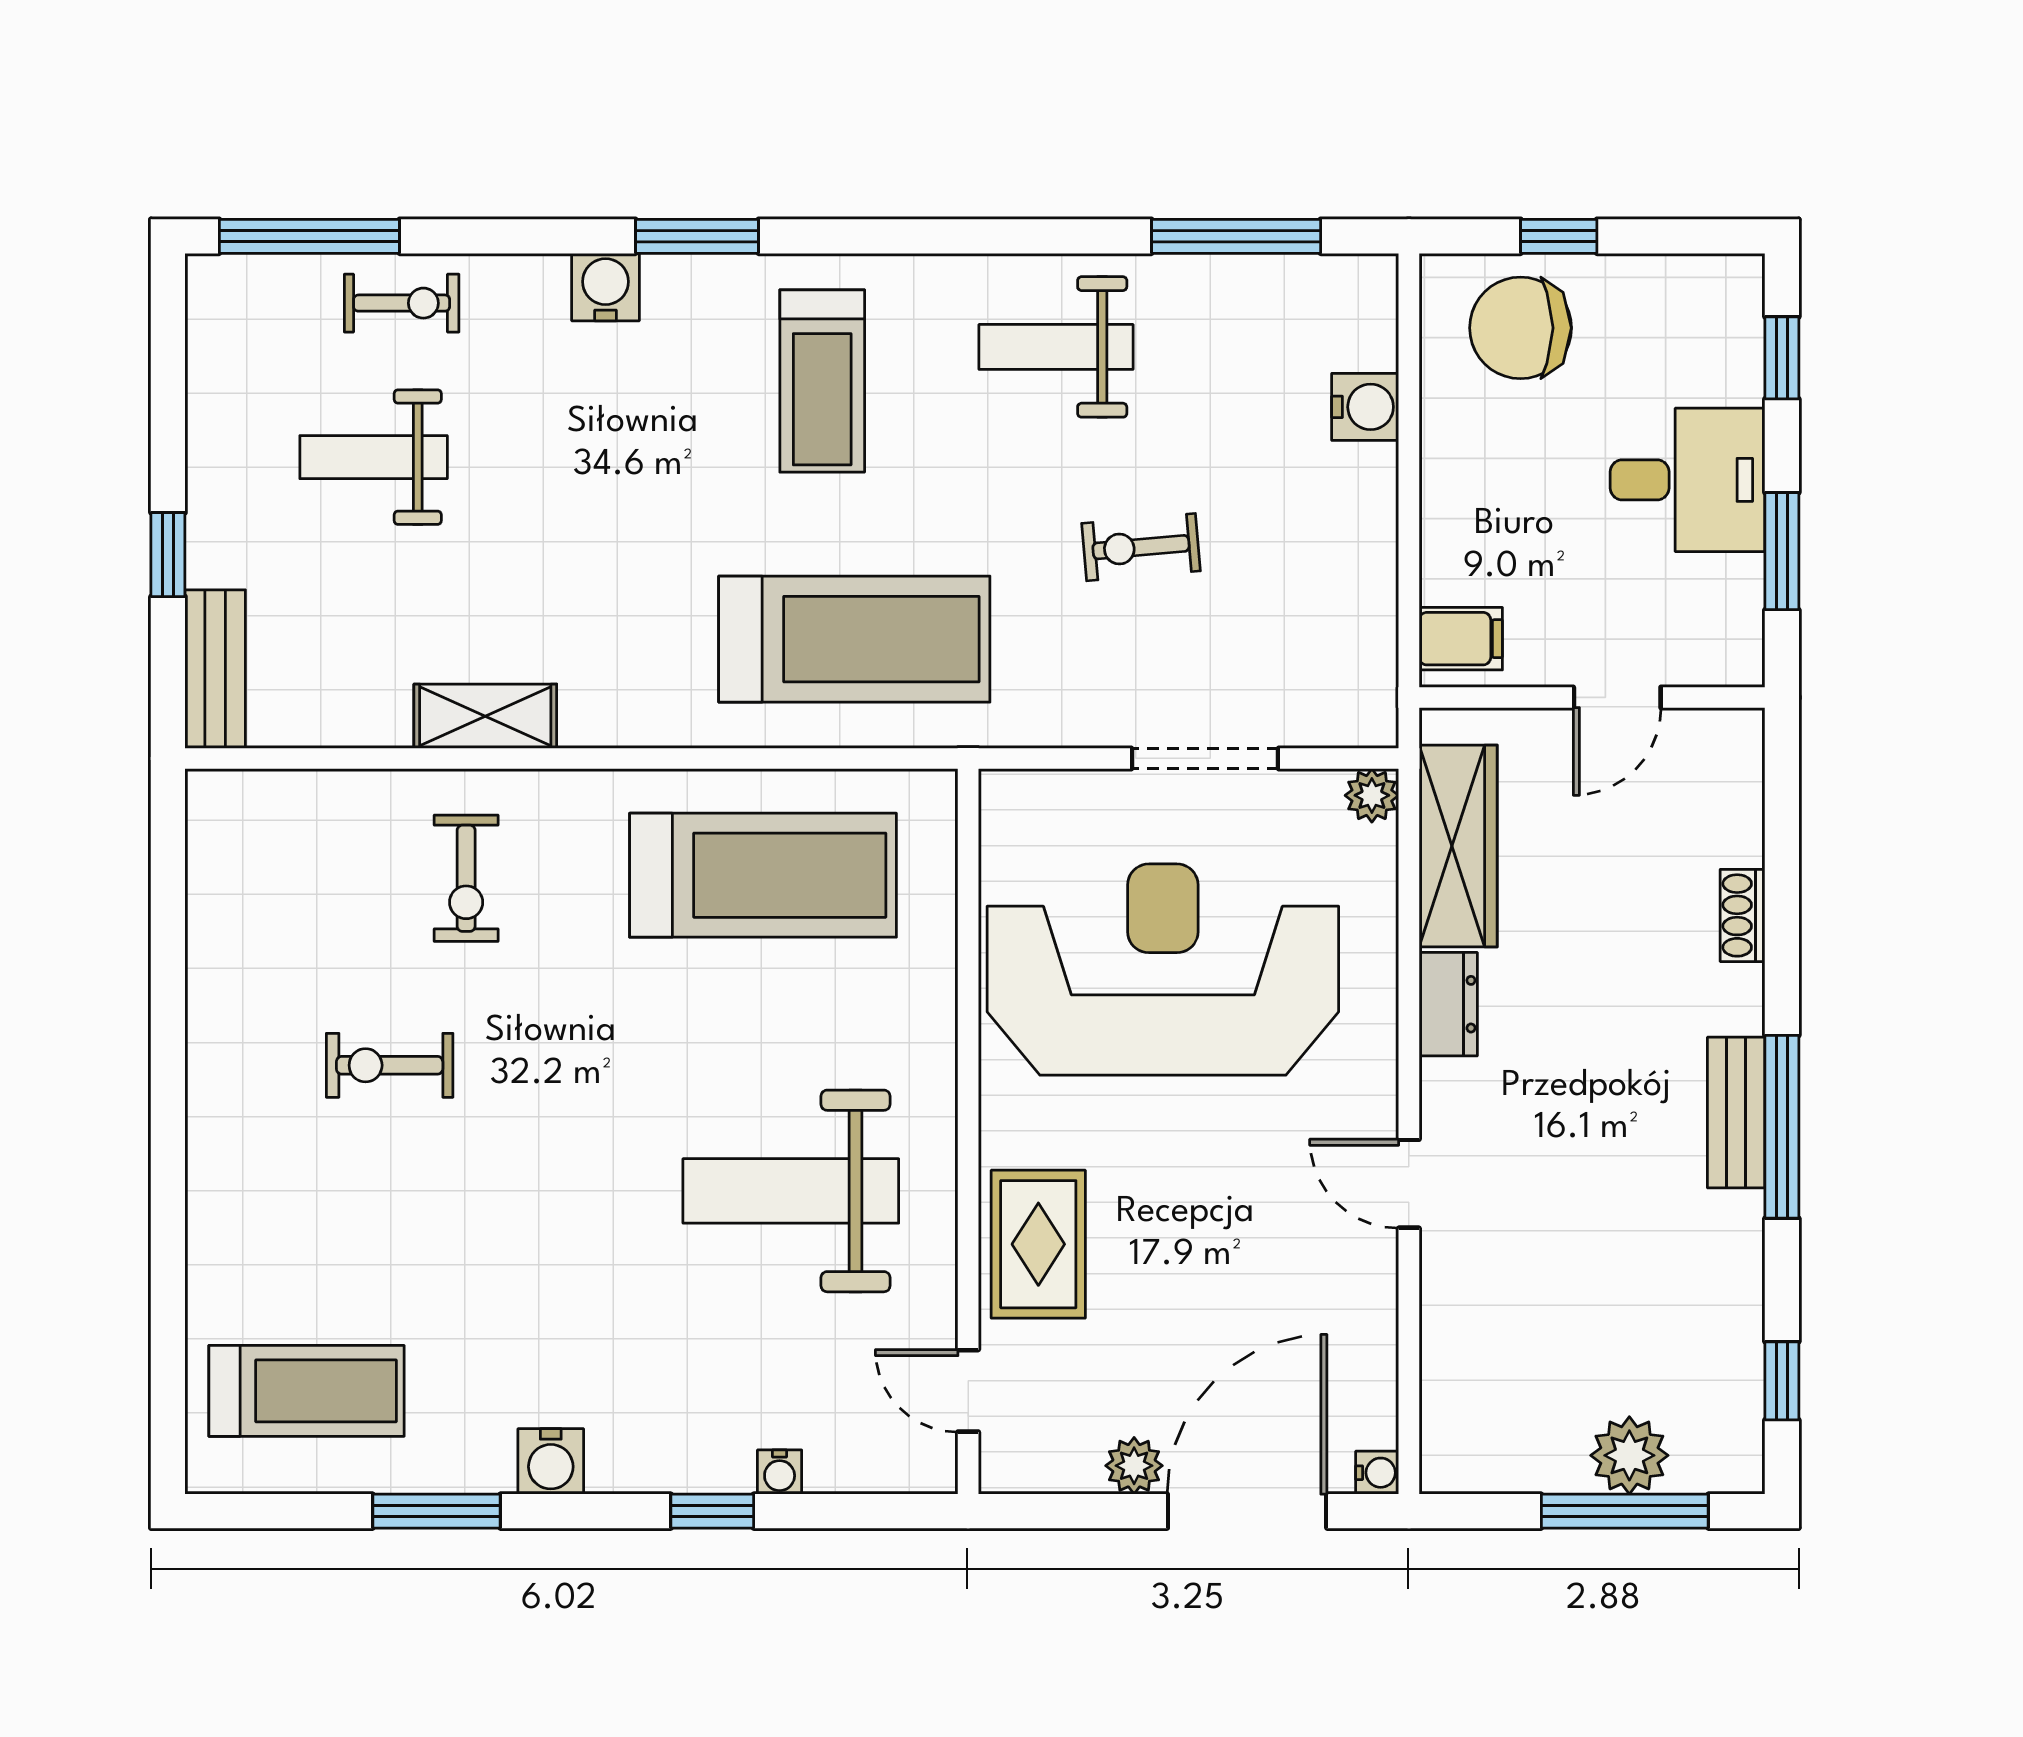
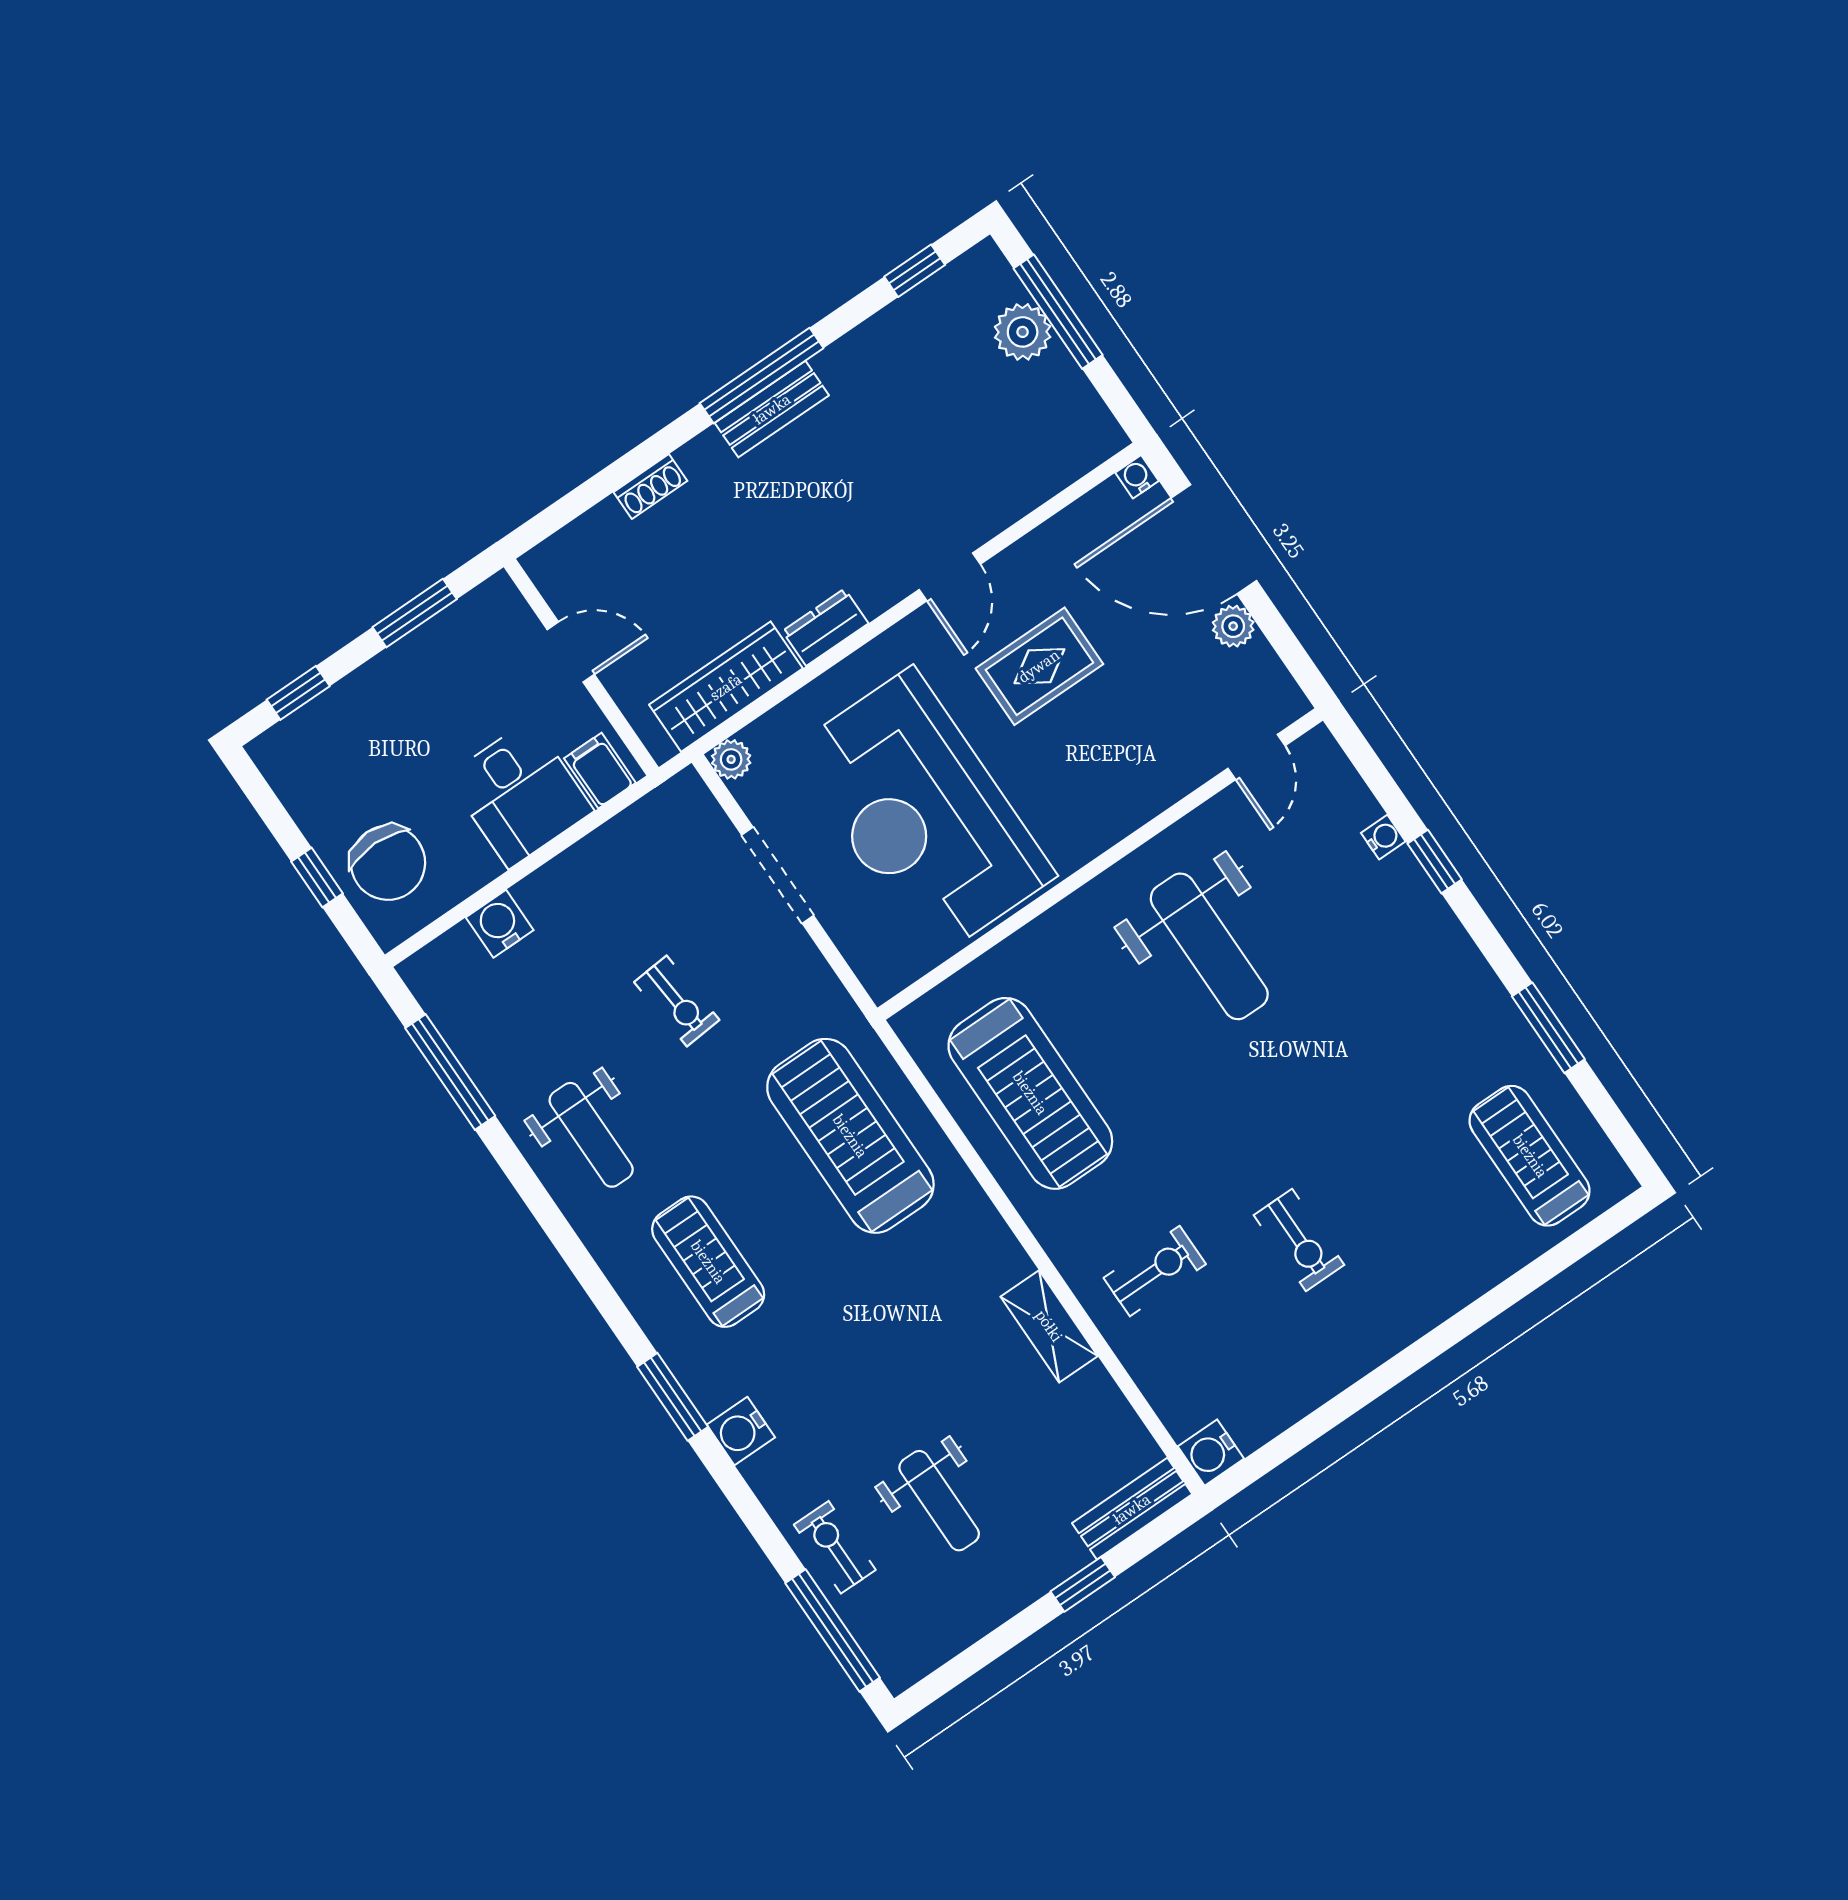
treadmill: (822, 381) -> (708, 1262), turned -90
desk: (1688, 480) -> (520, 794), moved, turned 180
treadmill: (763, 875) -> (1030, 1093), turned 180
rug: (1038, 1244) -> (1039, 666), moved
water cooler: (551, 1461) -> (1211, 1453), moved, turned 180

